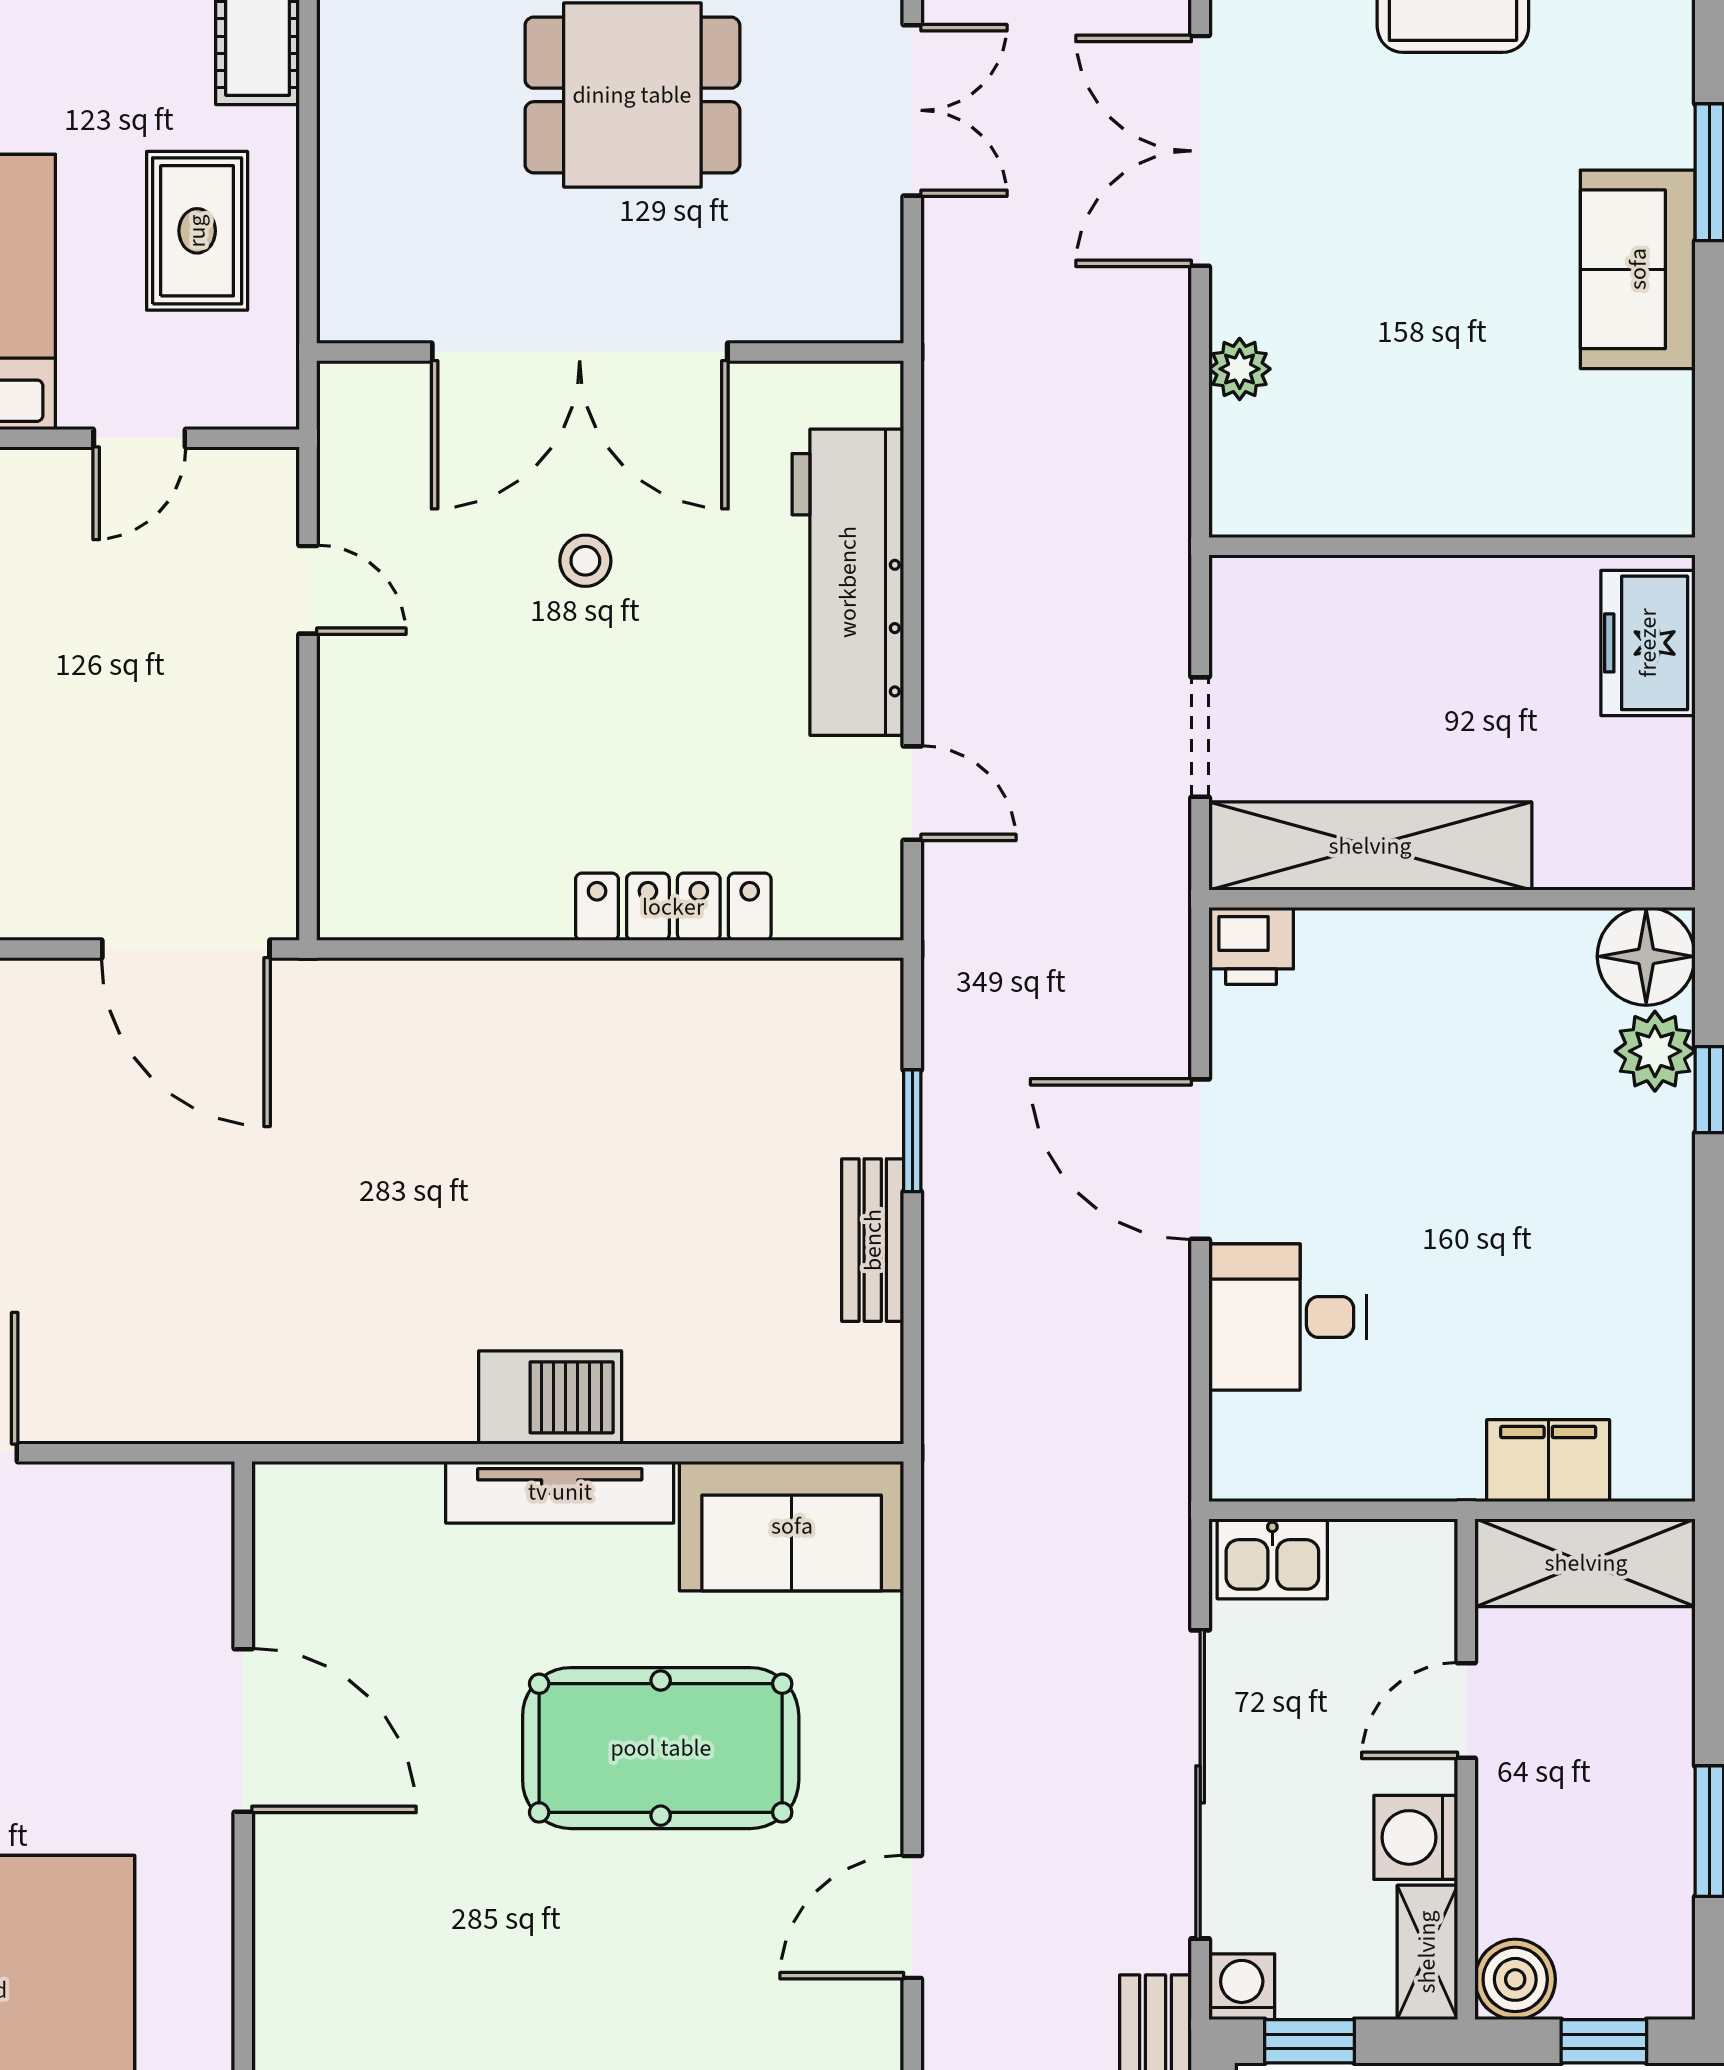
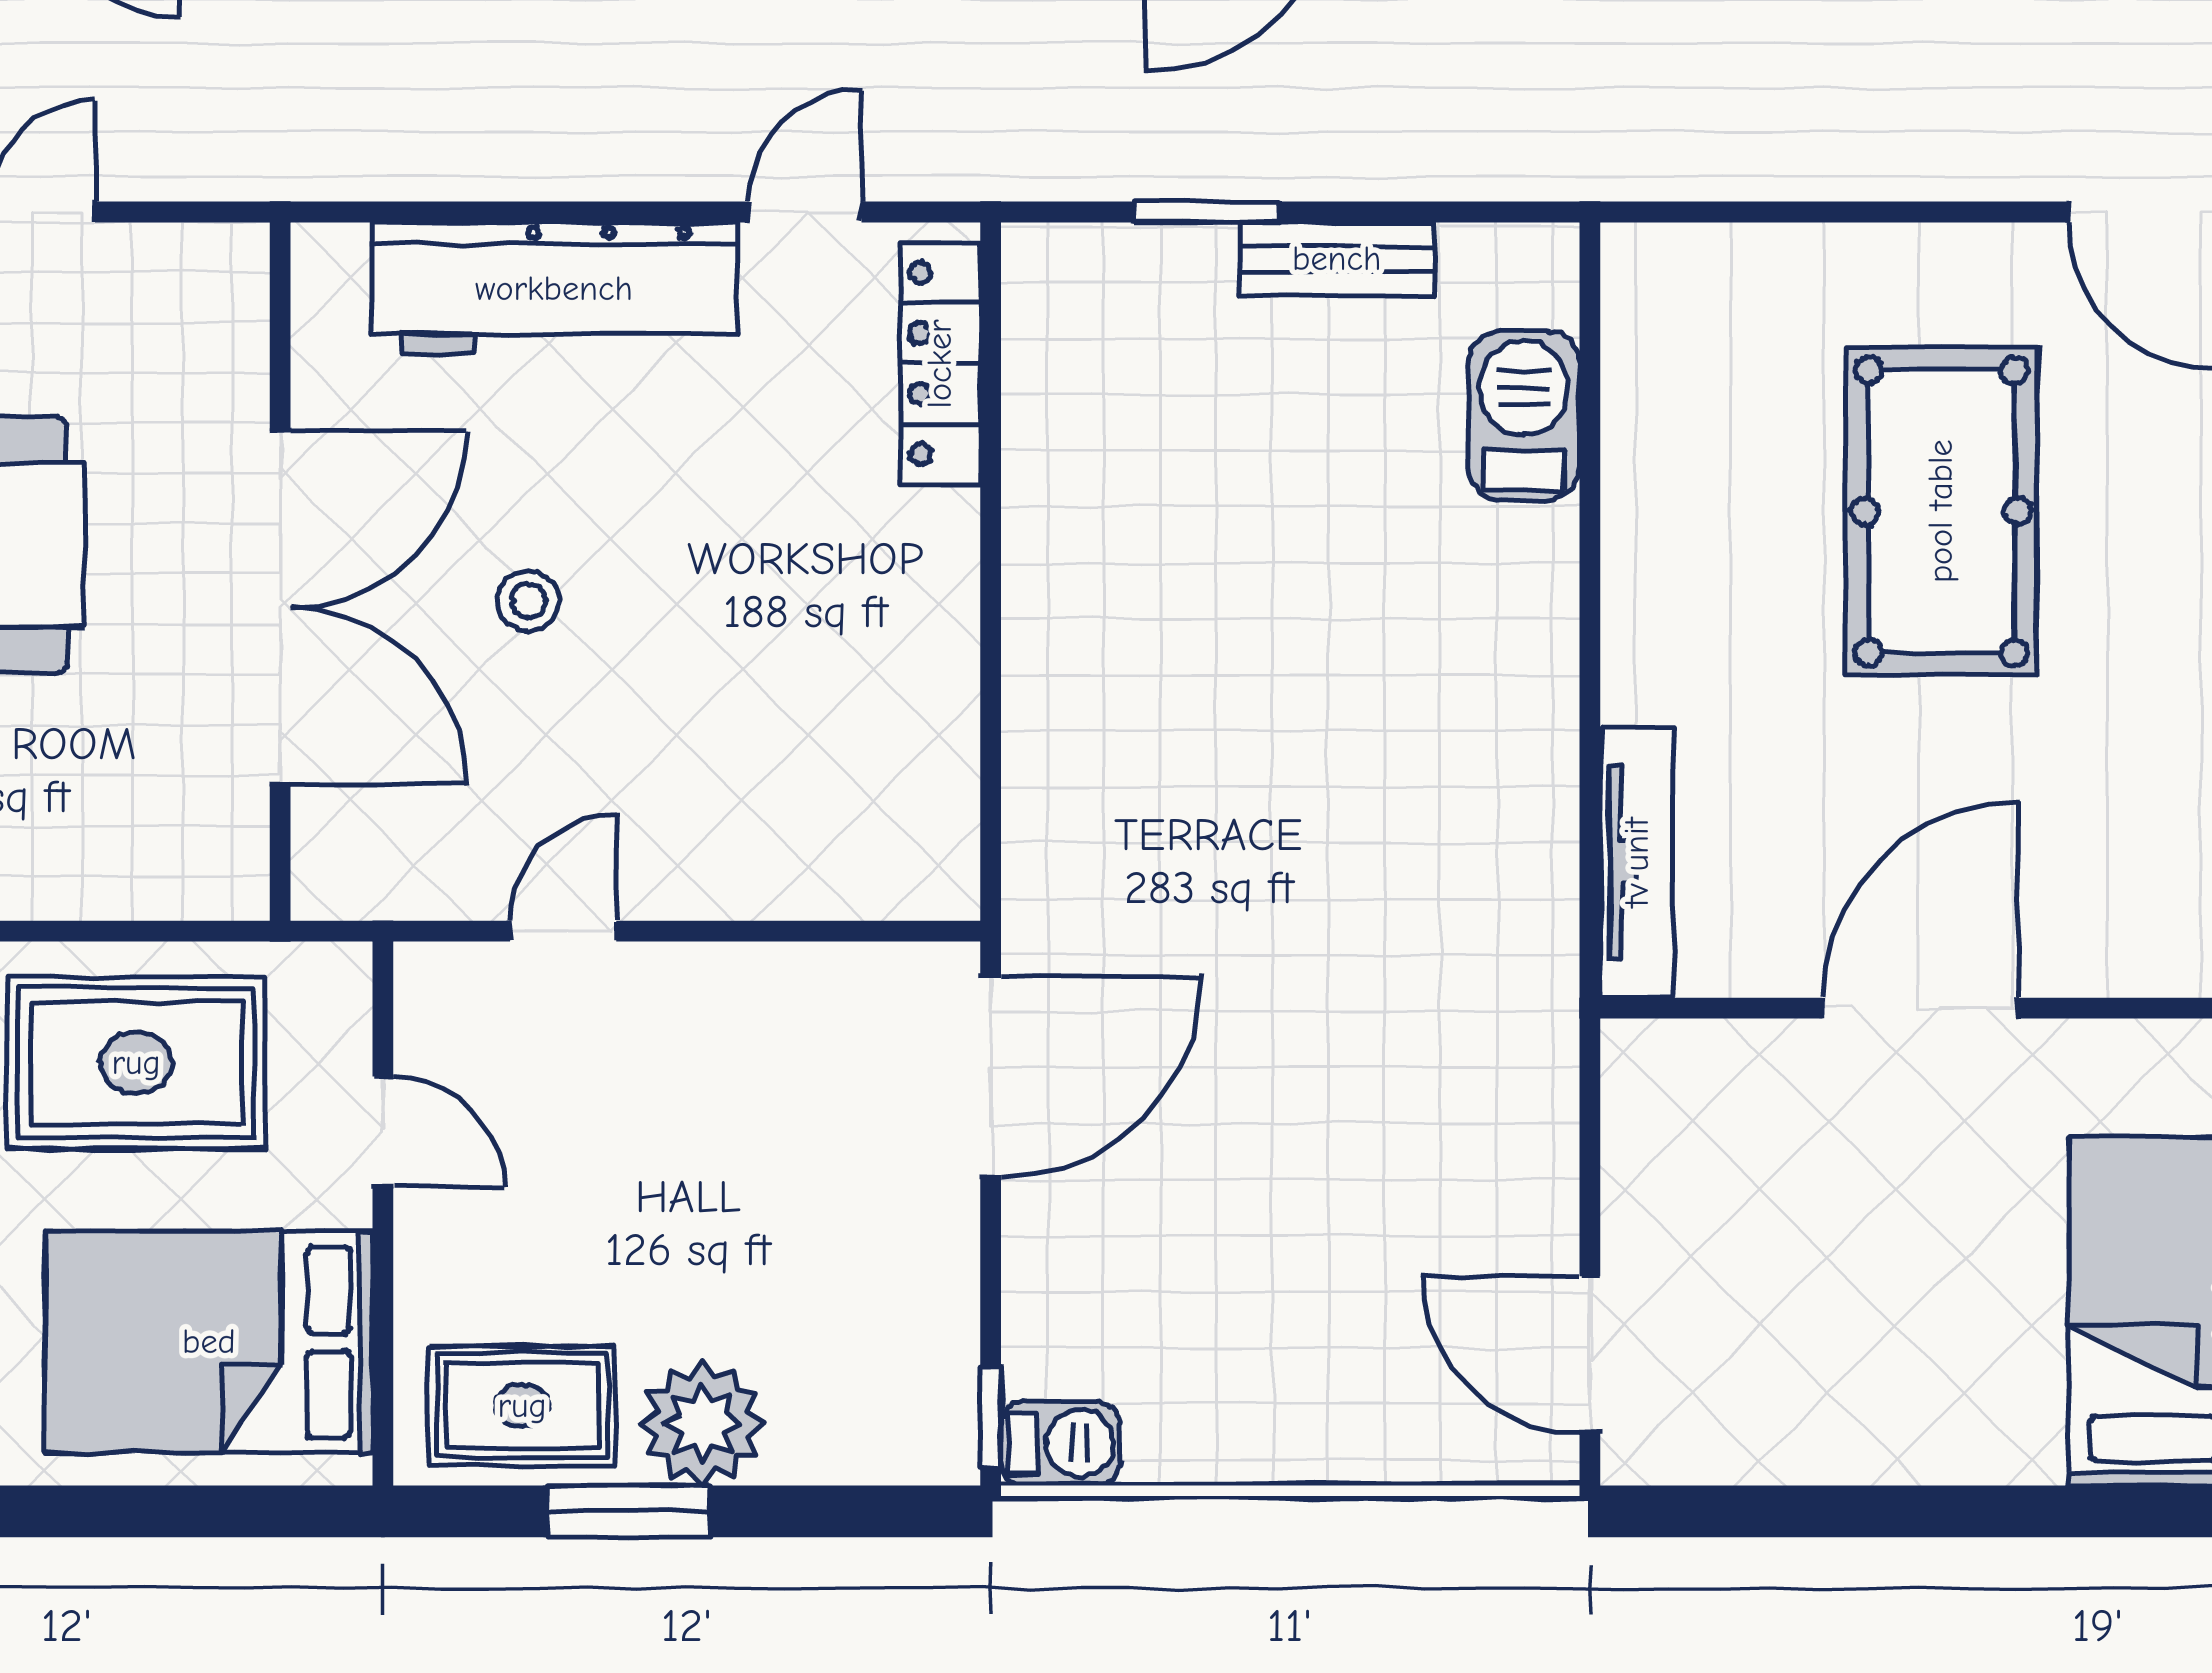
rug: (197, 231) -> (136, 1063), width x1.36, depth x1.43
locker: (673, 907) -> (940, 364), moved
barbecue: (550, 1397) -> (1524, 415), moved
tv unit: (560, 1492) -> (1637, 862), moved
sofa: (792, 1526) -> (1677, 356), removed

